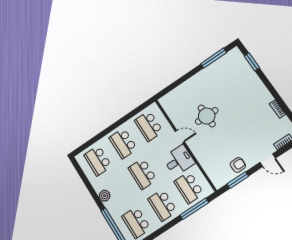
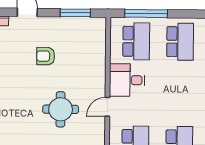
door: (180, 137) -> (107, 107), hinge flipped
armchair: (238, 165) -> (46, 56), moved
school desk: (143, 174) -> (180, 93), removed

